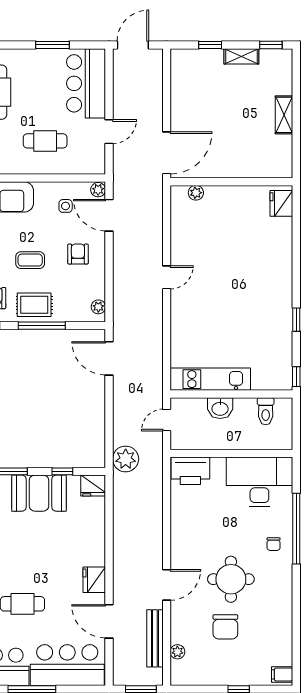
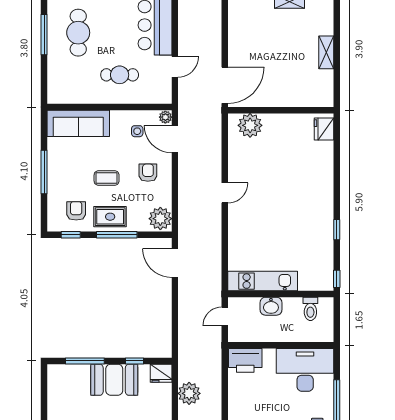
plant: (196, 193) -> (250, 125), width x1.88, depth x1.88
plant: (98, 307) -> (160, 219), width x1.87, depth x1.87
plant: (126, 459) -> (189, 393), moved

